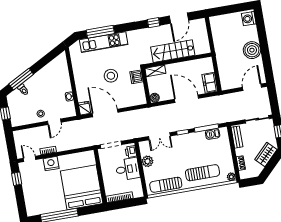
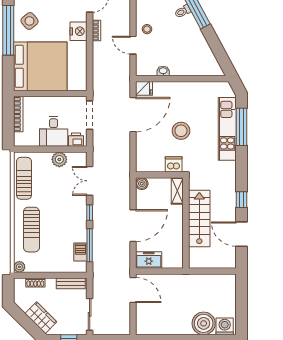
boiler: (252, 50) -> (204, 323), moved
door: (252, 87) -> (133, 290), moved
side table: (50, 201) -> (29, 21), added

